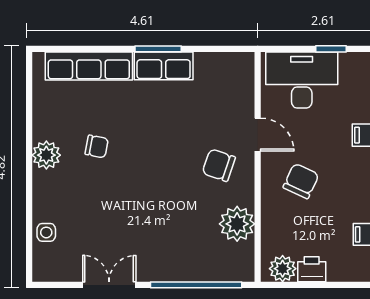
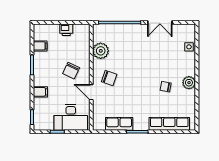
row of seats: (164, 66) -> (119, 124), moved
plant: (283, 269) -> (80, 30), removed

